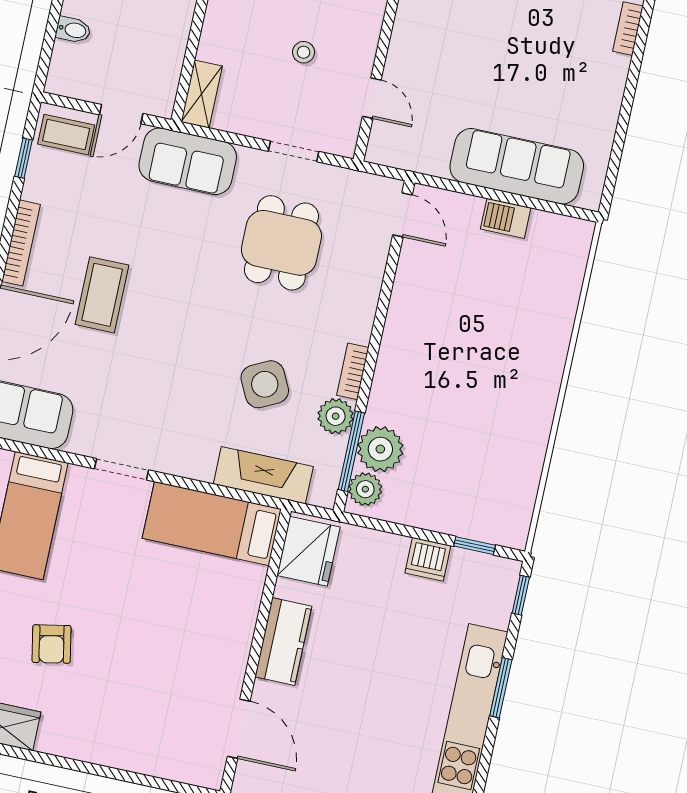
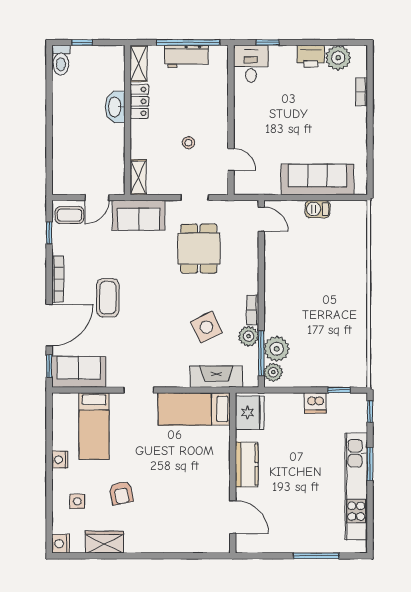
bidet: (73, 30) -> (61, 158), removed

